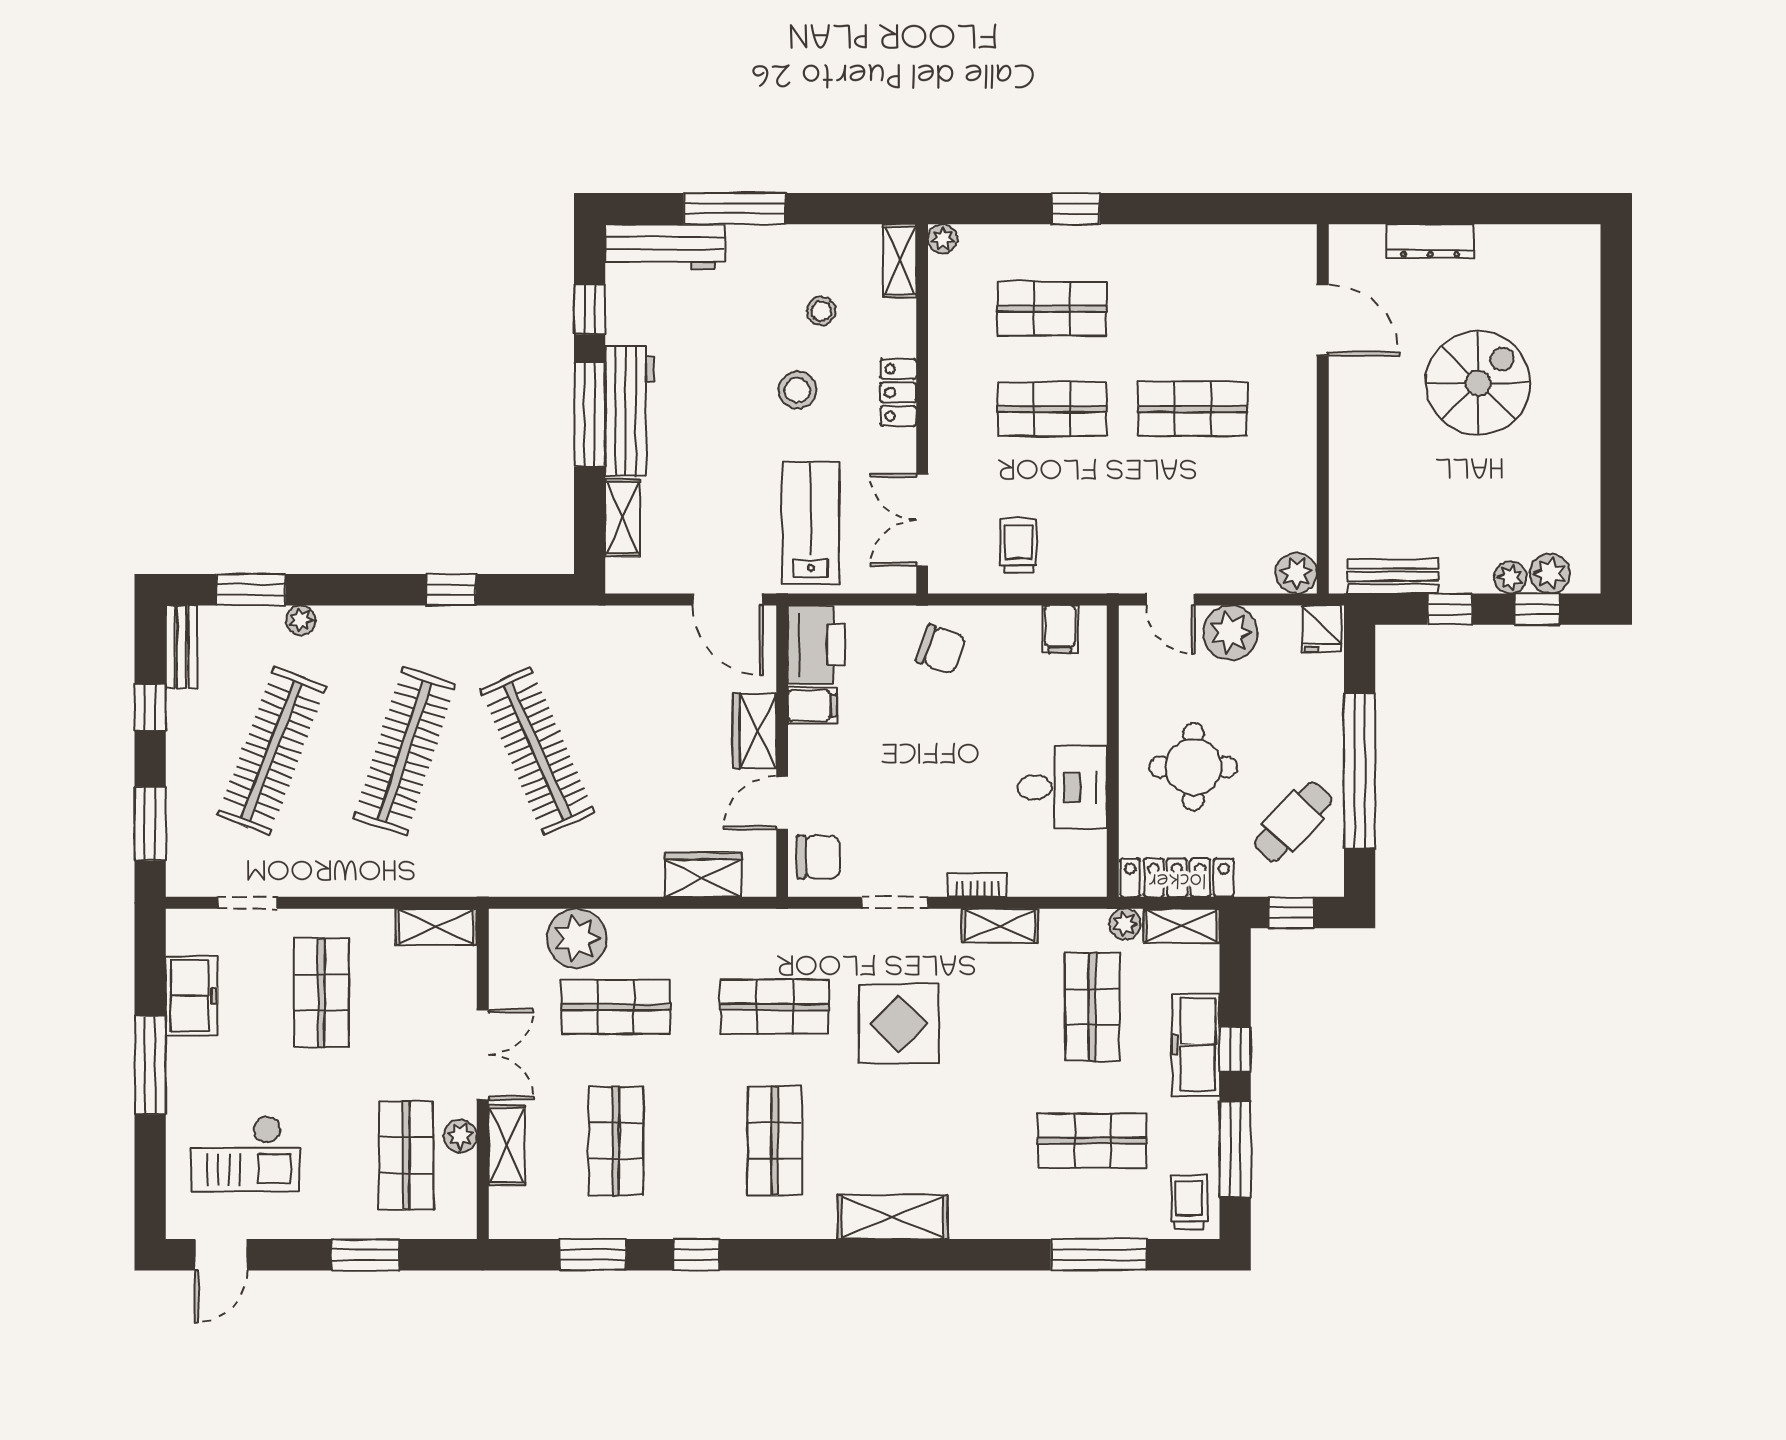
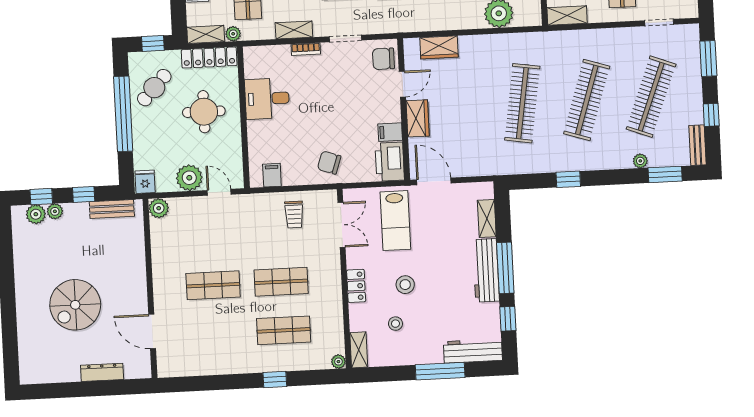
clothes rail: (537, 751) -> (522, 103), turned 33

